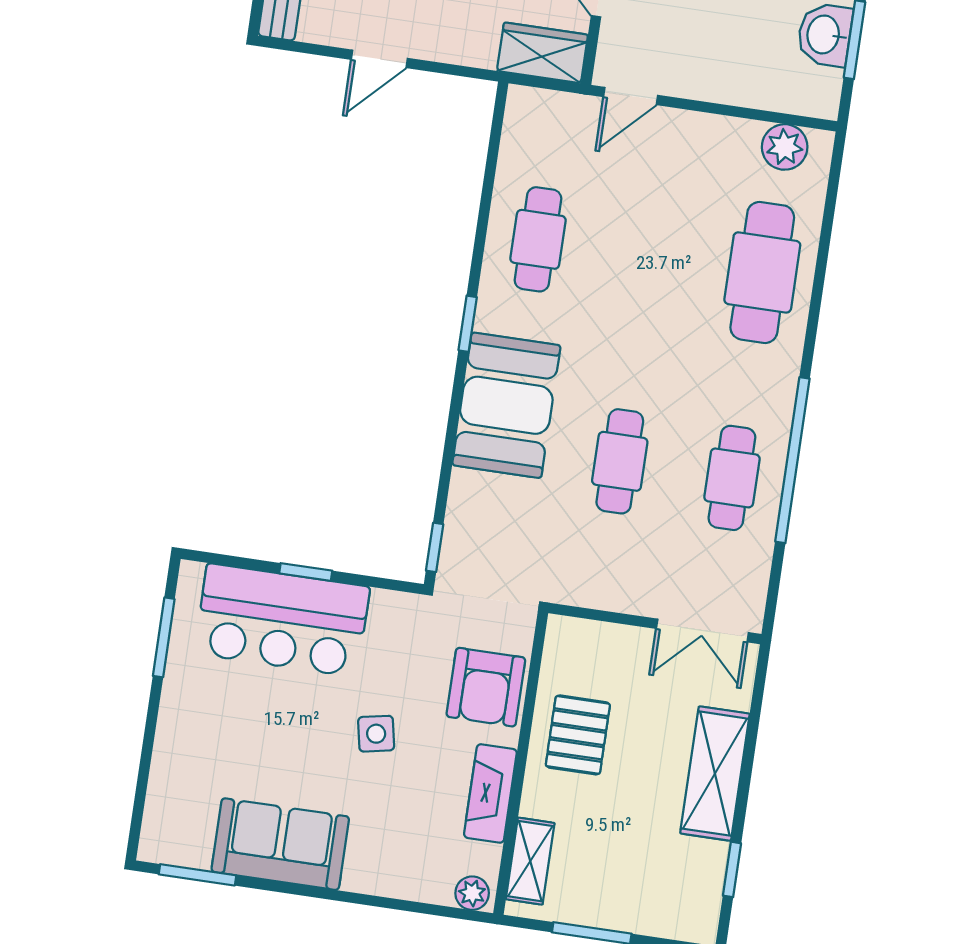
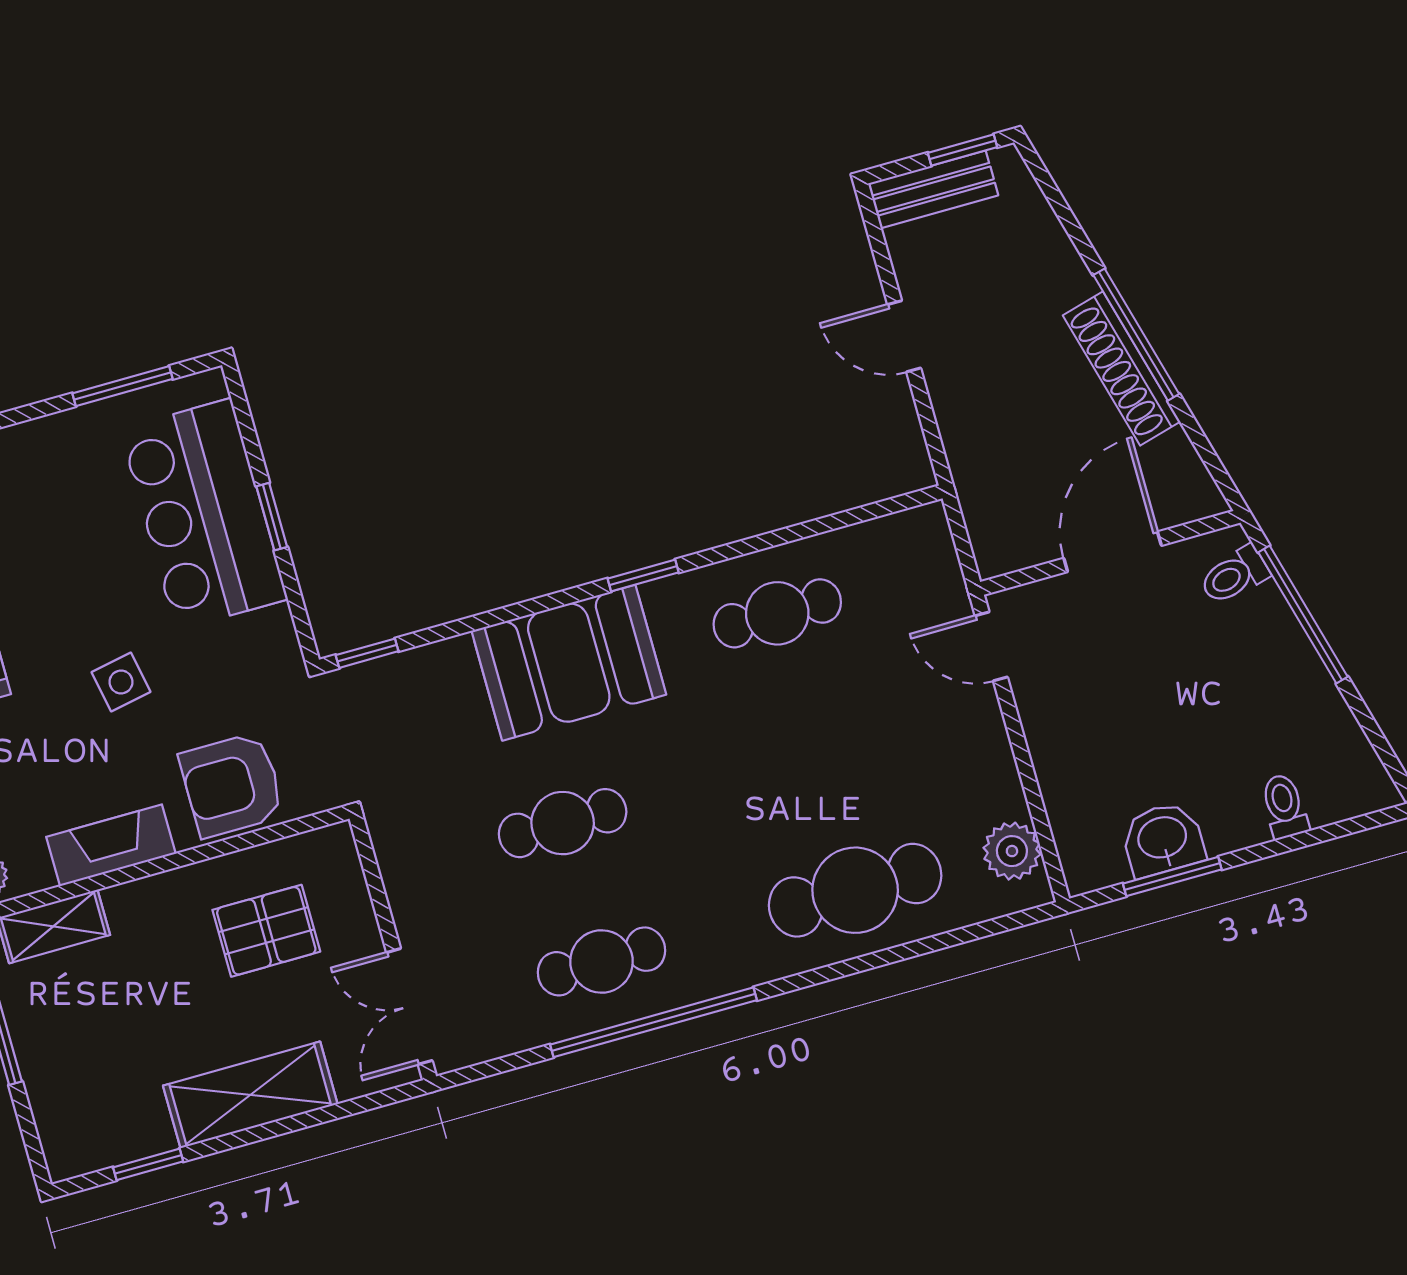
wardrobe: (542, 53) -> (996, 522), removed
pallet: (578, 735) -> (266, 931), moved

